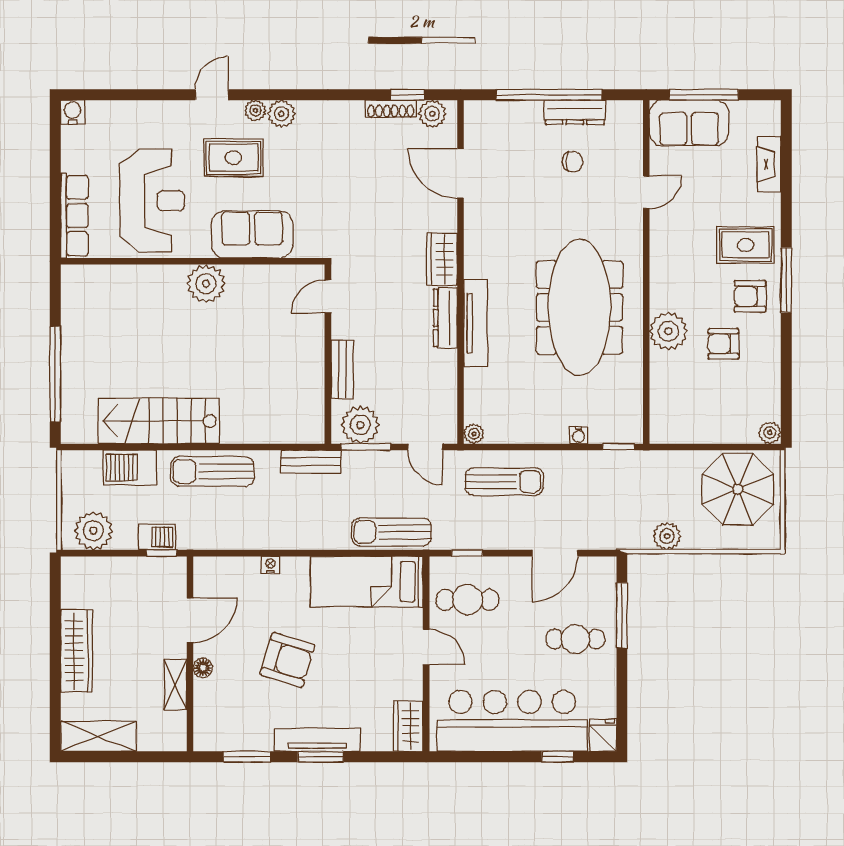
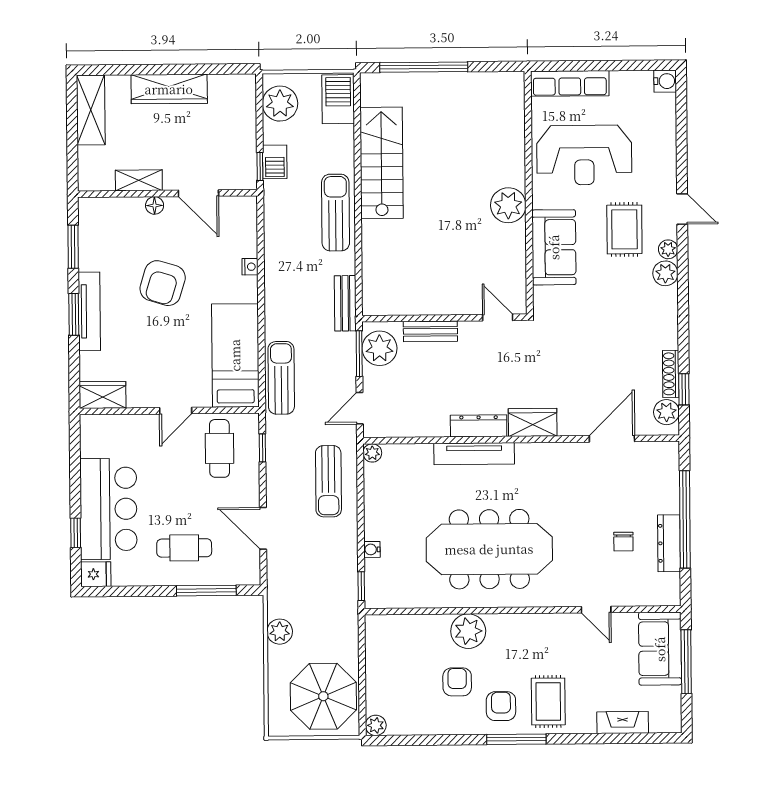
barbecue: (130, 468) -> (338, 99), moved
cafe table: (575, 639) -> (184, 548), turned 90
bar counter: (512, 721) -> (108, 509), width x0.73

